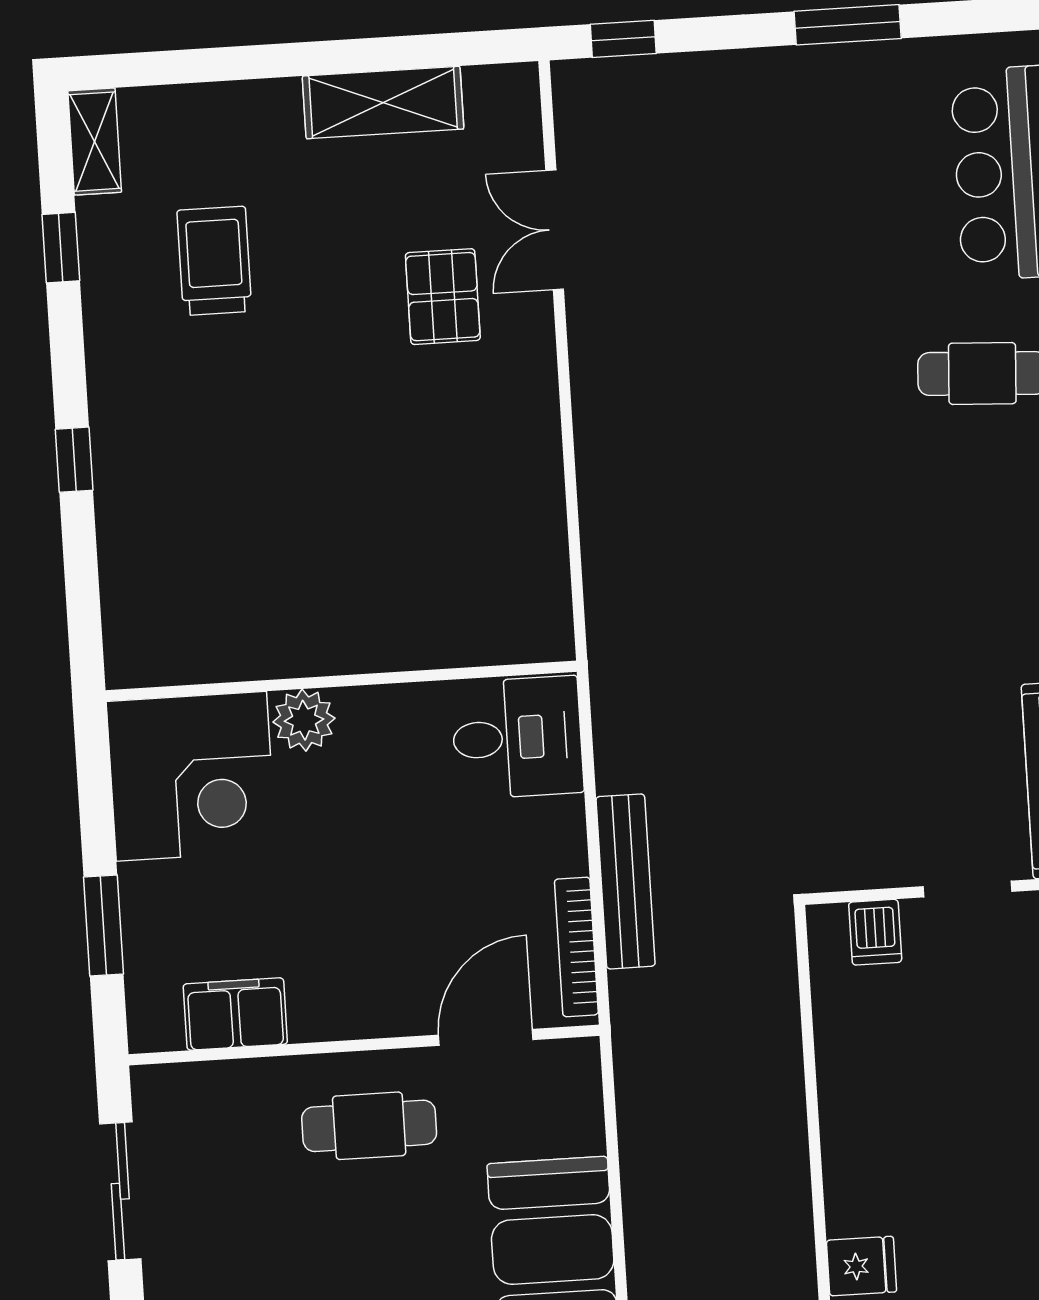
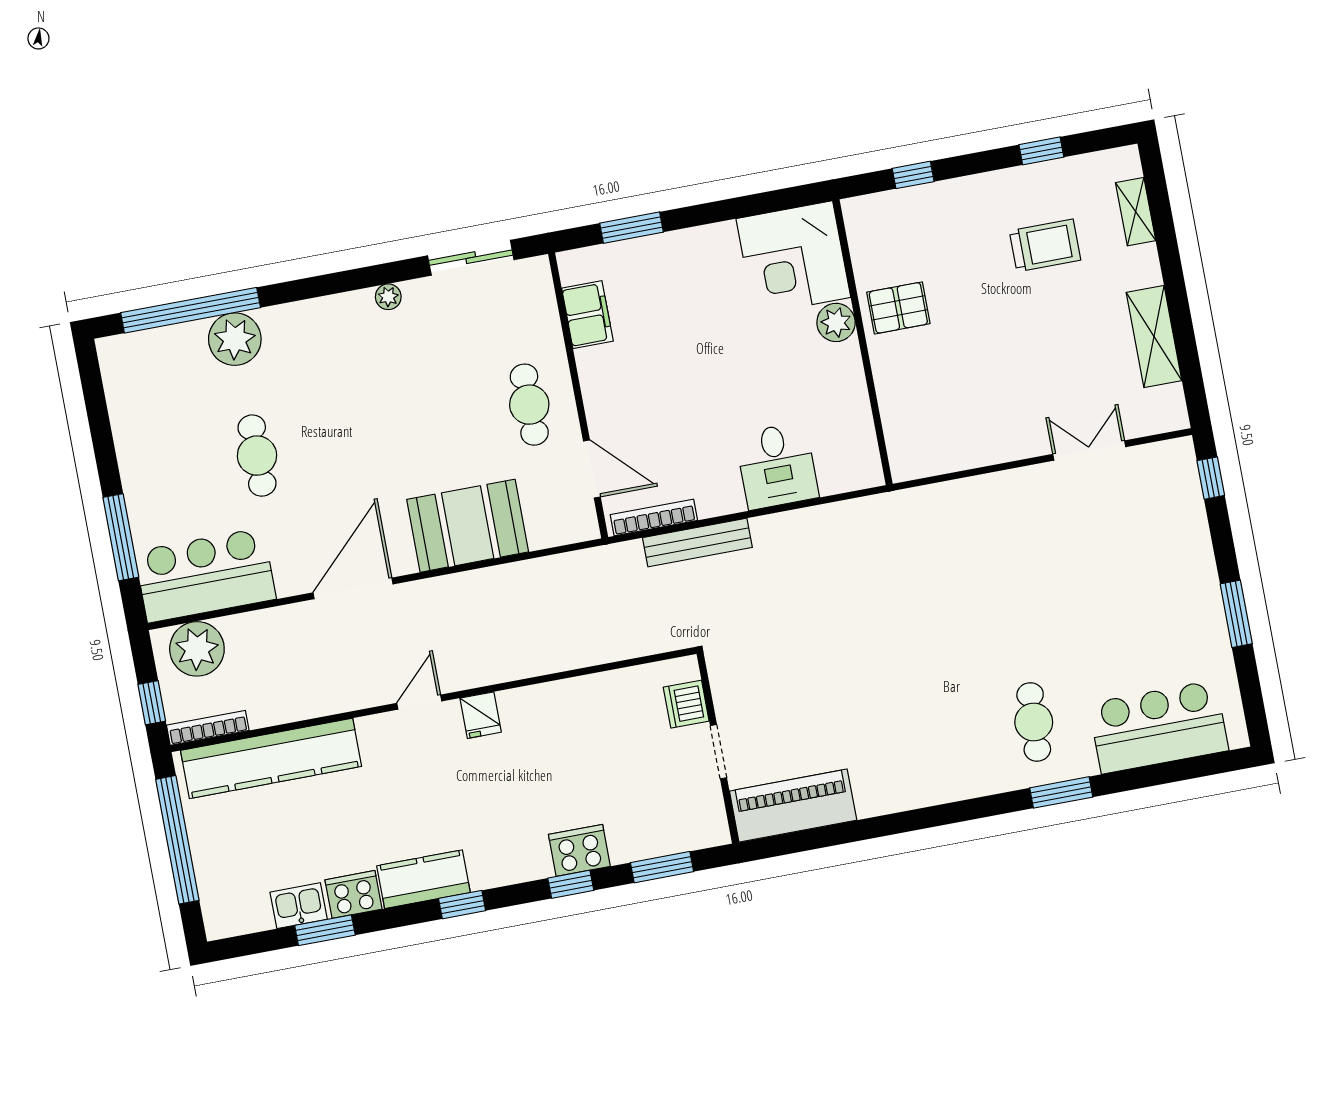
shelving: (95, 142) -> (1136, 212), moved, turned 90
pallet: (443, 297) -> (898, 308), moved
wall: (341, 681) -> (863, 342), moved
plant: (304, 720) -> (836, 322), moved
corner desk: (191, 776) -> (793, 258), moved
dishwasher: (875, 932) -> (686, 704), width x1.38

